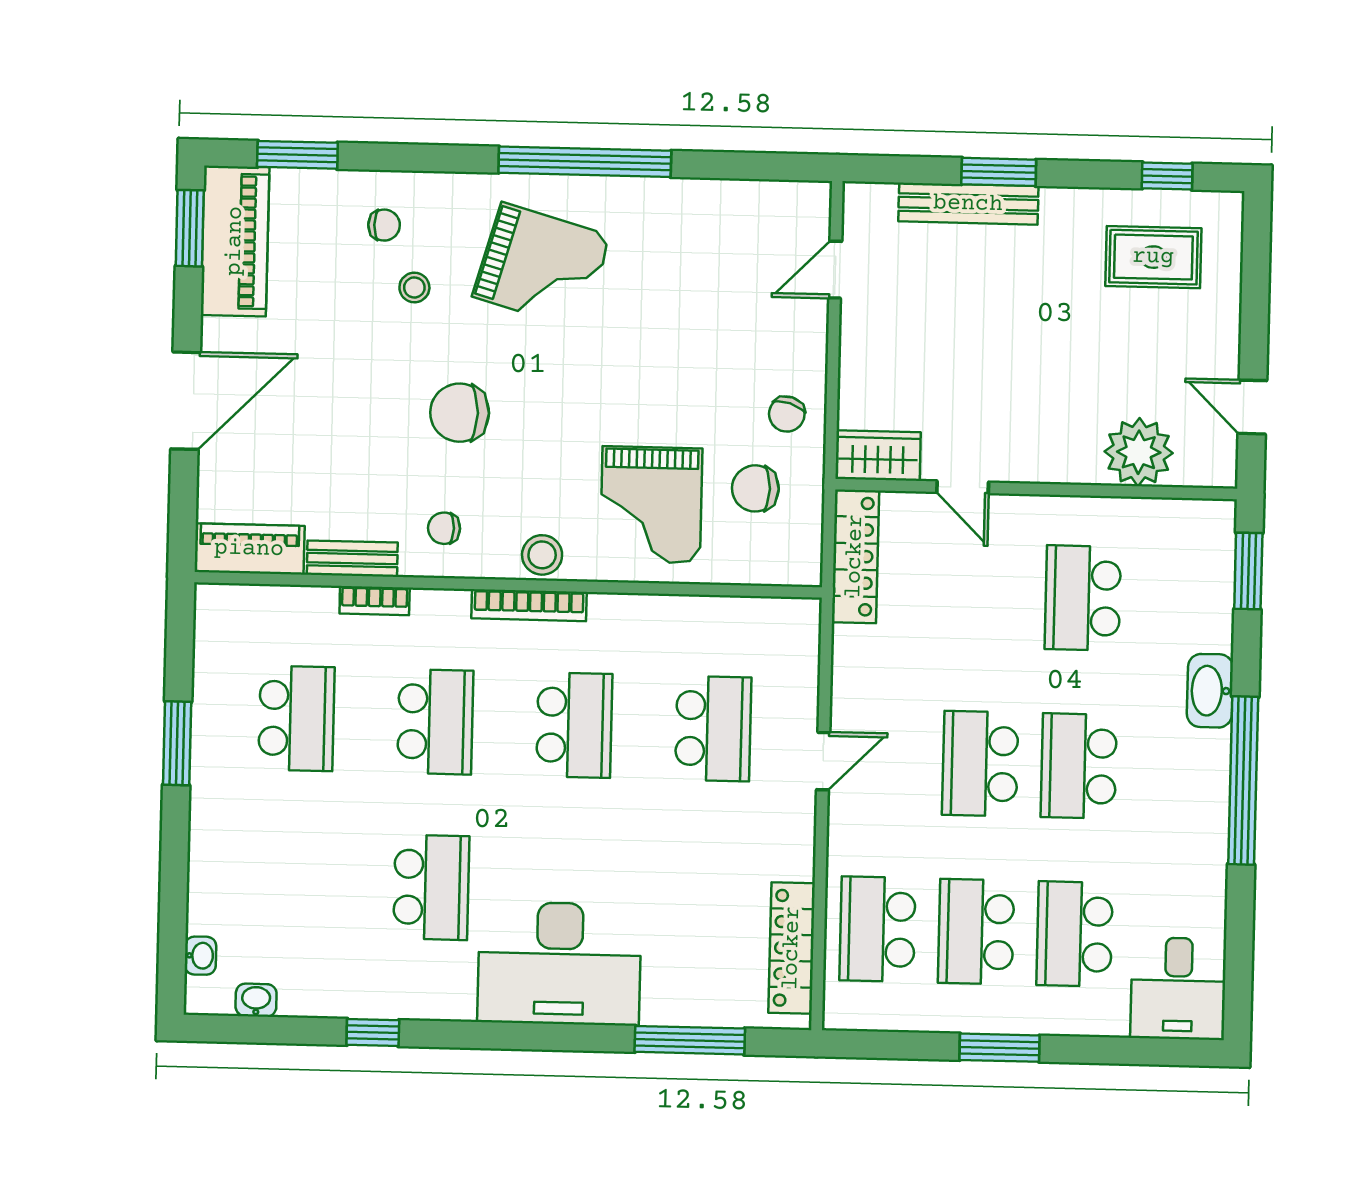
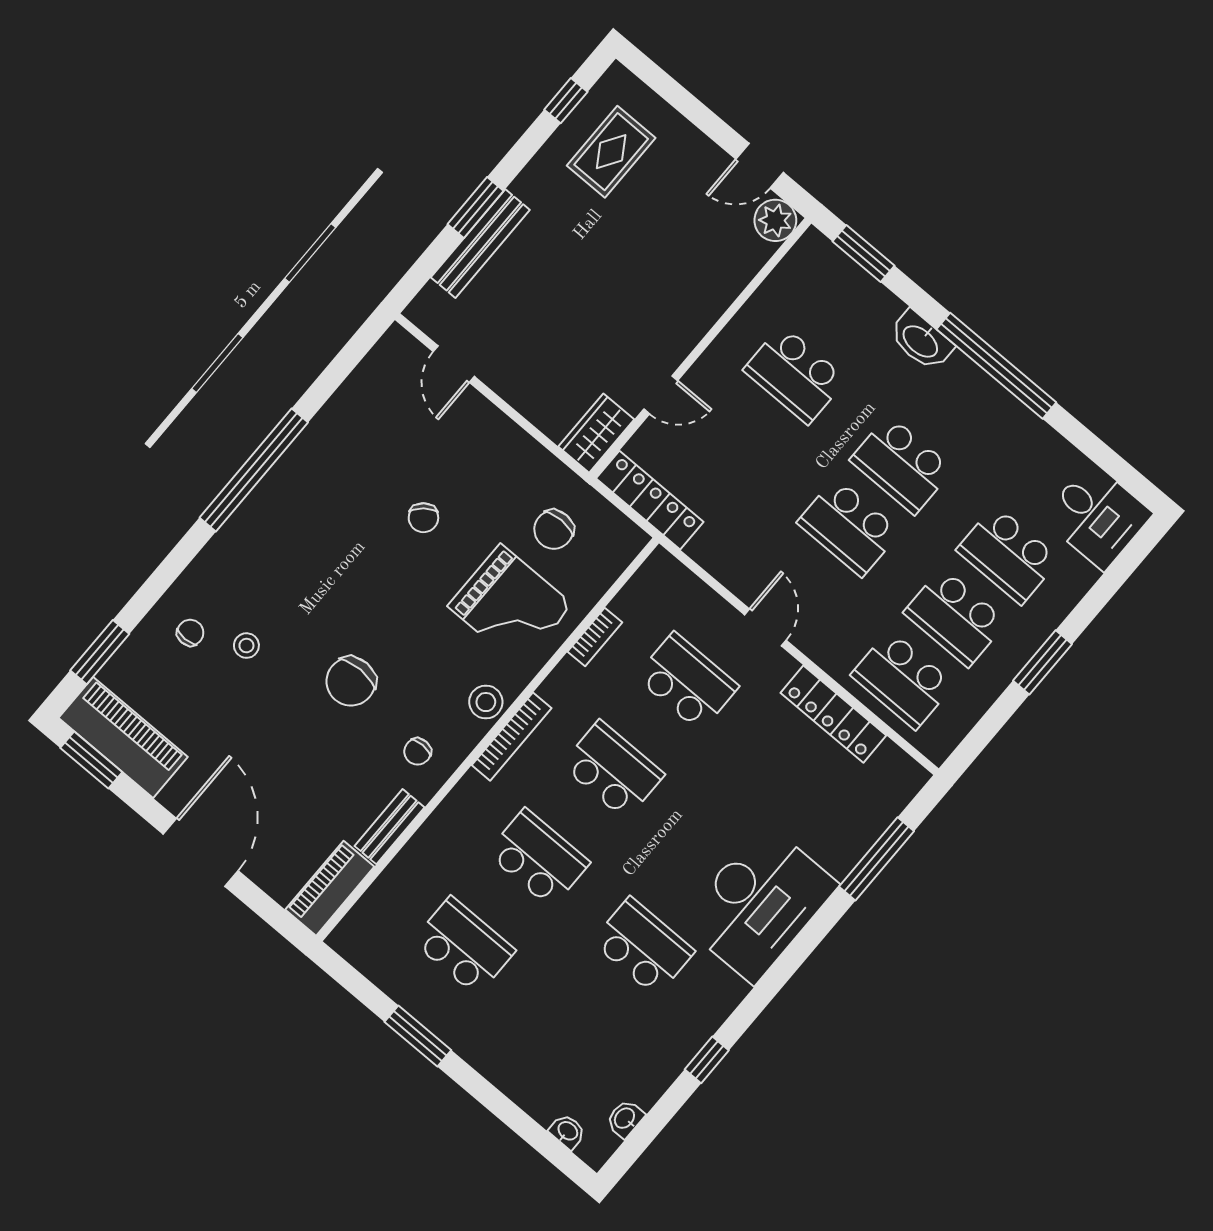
grand piano: (542, 266) -> (299, 552), removed
chair: (787, 414) -> (423, 518), moved, turned 34
plant: (1139, 452) -> (775, 220), moved, width x0.73, depth x0.73
bookcase: (375, 601) -> (595, 637), moved
locker: (792, 948) -> (833, 714), moved

